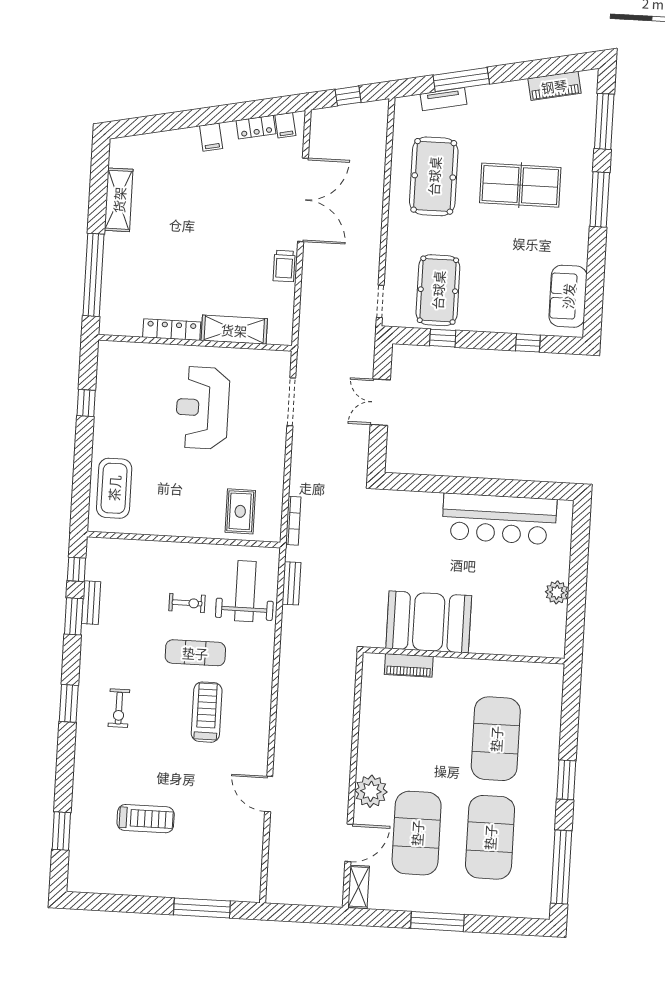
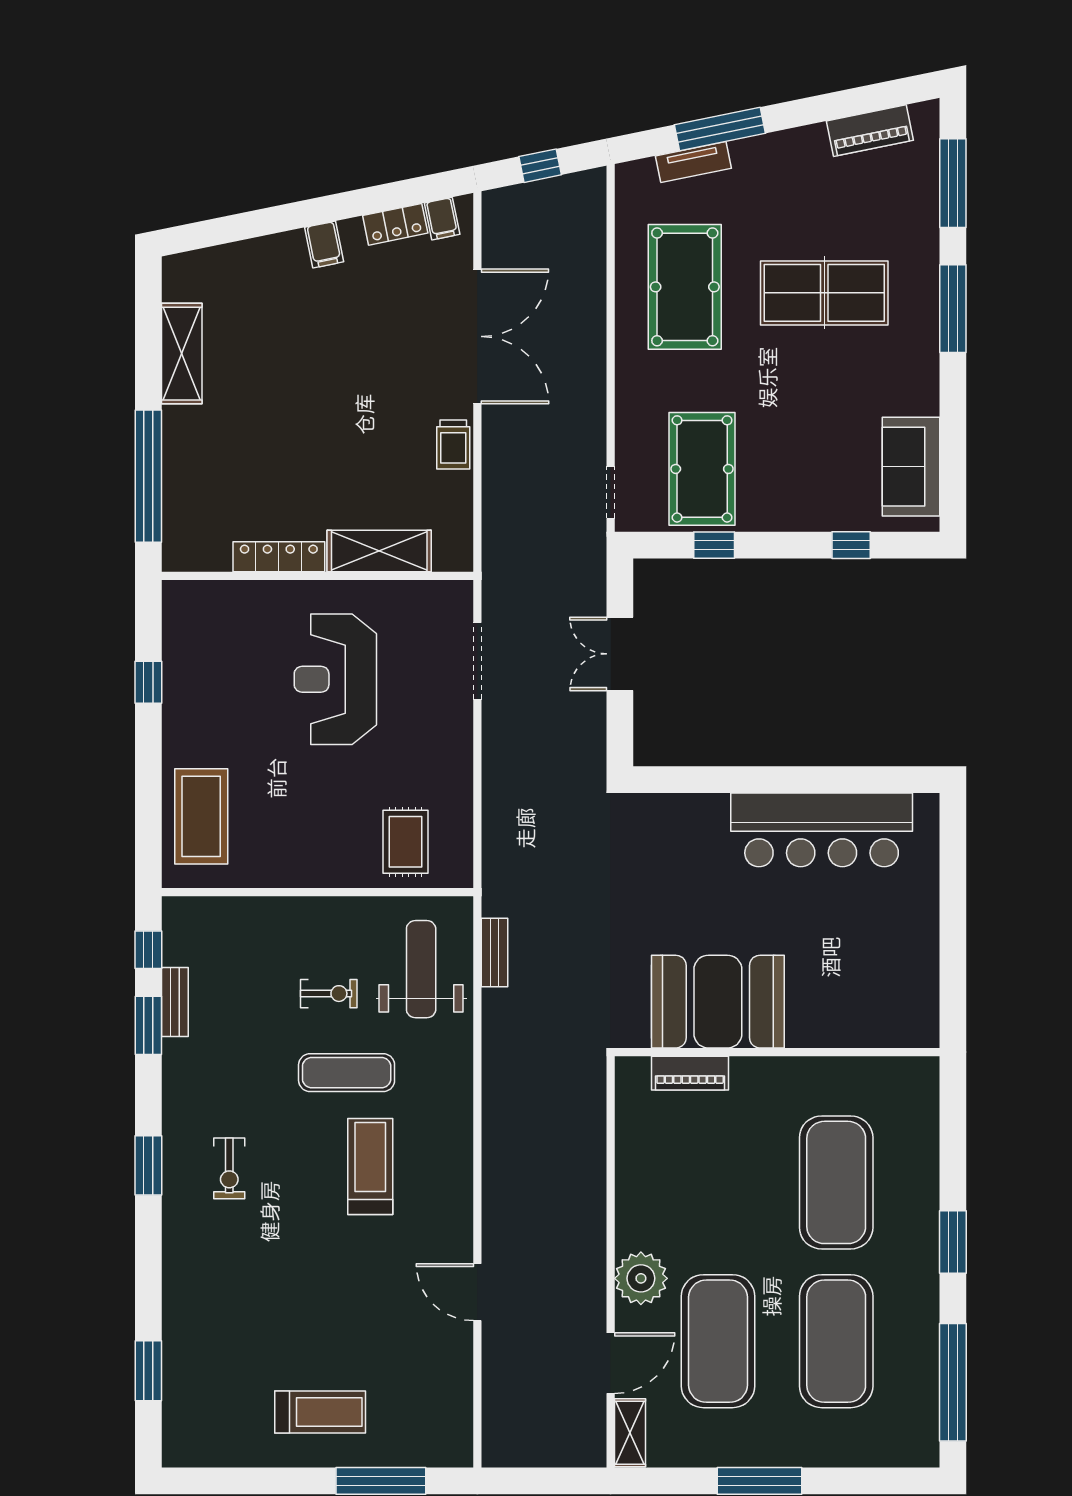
bookcase: (293, 521) -> (491, 852), removed
plant: (557, 592) -> (921, 942), removed
treadmill: (146, 819) -> (320, 1412), moved

